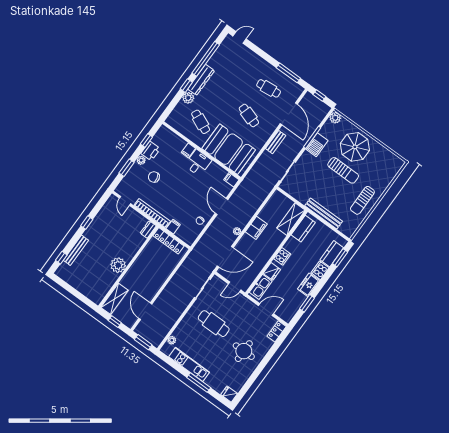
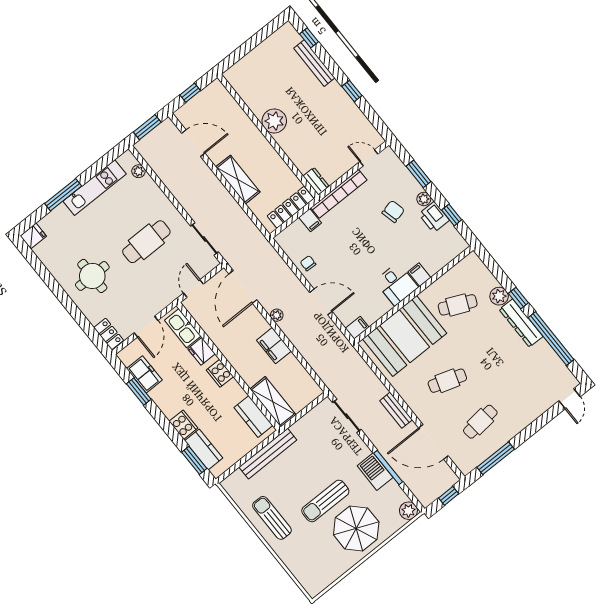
freezer: (309, 285) -> (144, 374), moved
shelving: (115, 299) -> (238, 180), moved

